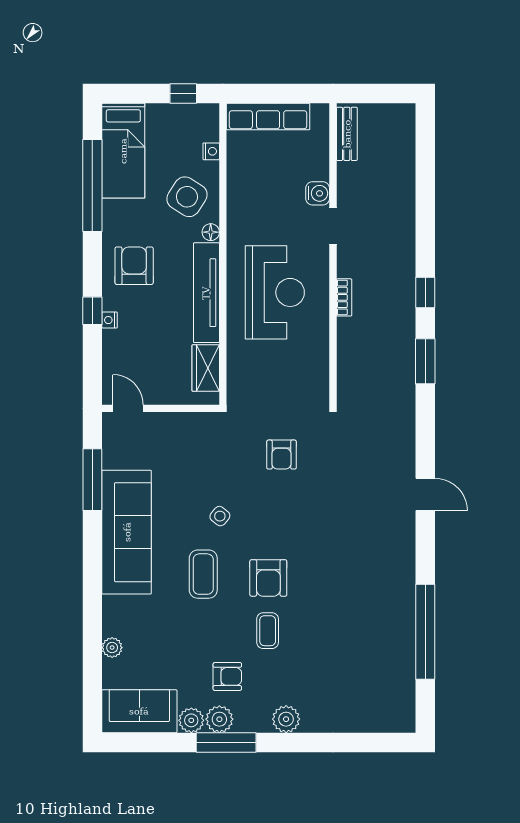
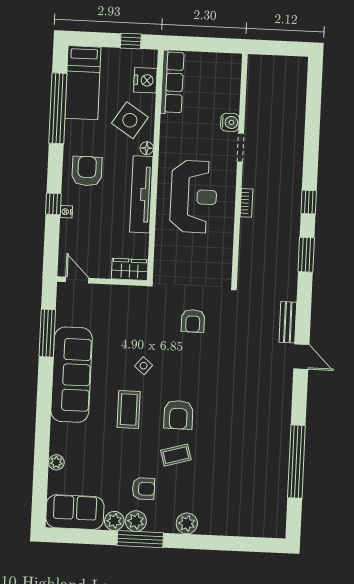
row of seats: (268, 116) -> (172, 82), moved, turned -90
bench: (347, 134) -> (288, 322), moved
nightstand: (211, 151) -> (145, 80), width x1.89, depth x1.79
wardrobe: (206, 368) -> (130, 269), moved, turned 90
coffee table: (268, 631) -> (176, 455), turned 74

